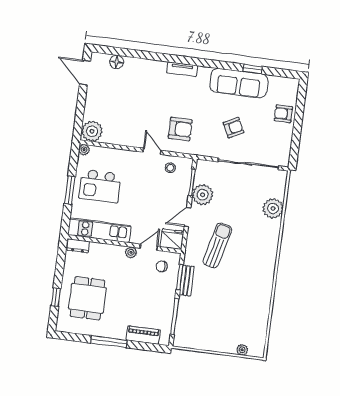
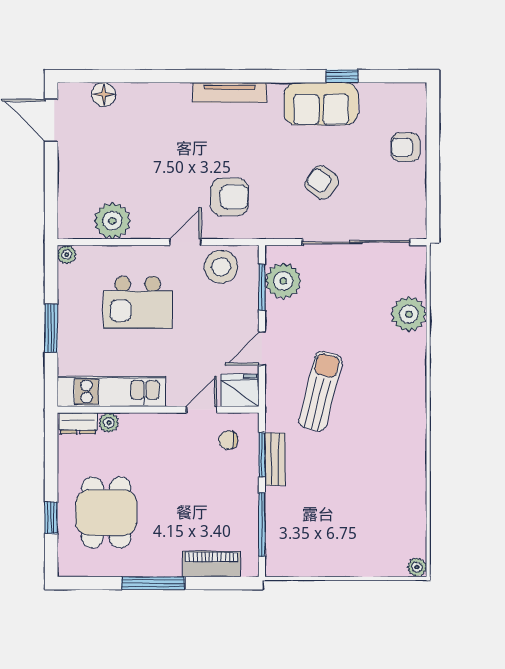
tv unit: (182, 69) -> (230, 92), width x1.41
sofa: (239, 83) -> (321, 104), width x0.73
armchair: (233, 128) -> (322, 182), turned -117
plant: (92, 131) -> (112, 221), moved
door: (152, 151) -> (185, 242), hinge flipped
stool: (170, 168) -> (221, 267), width x1.89, depth x1.89
kitchen island: (100, 186) -> (138, 302), moved
plant: (203, 195) -> (283, 281), moved
plant: (131, 252) -> (109, 423), moved
plant: (242, 350) -> (417, 567), moved

